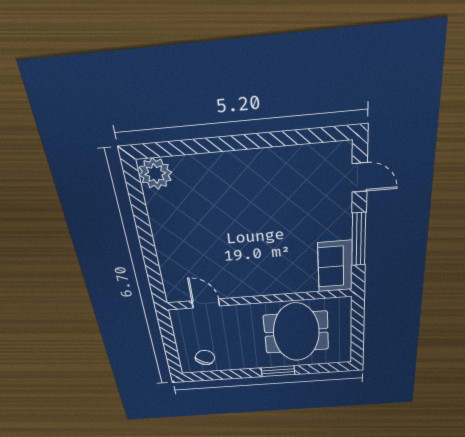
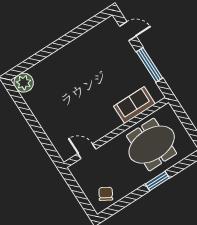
sofa: (335, 266) -> (134, 105), moved, turned 90
meeting table: (296, 332) -> (152, 145), turned 90

